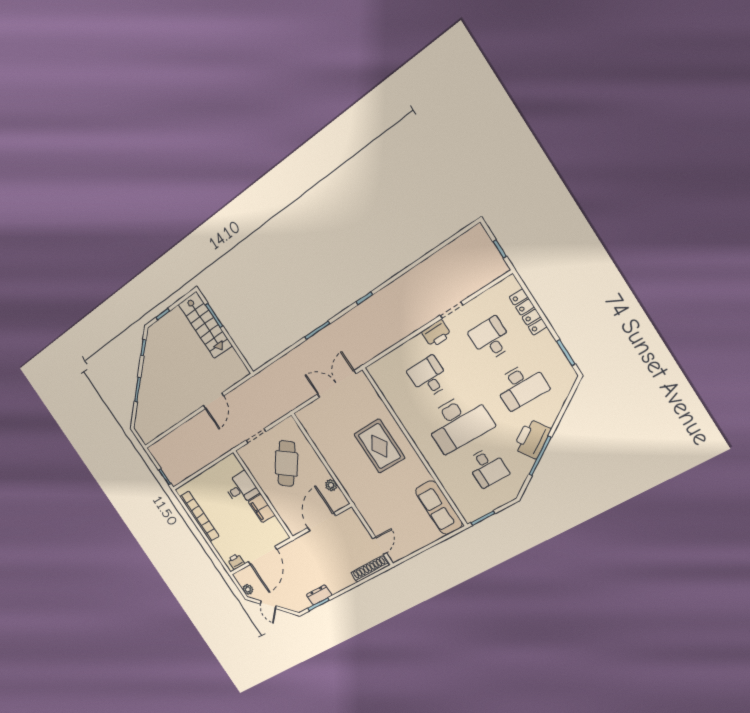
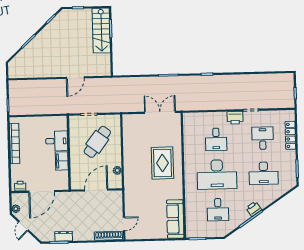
desk: (429, 377) -> (216, 139), turned 180
printer: (532, 439) -> (254, 209), width x0.53, depth x0.68

